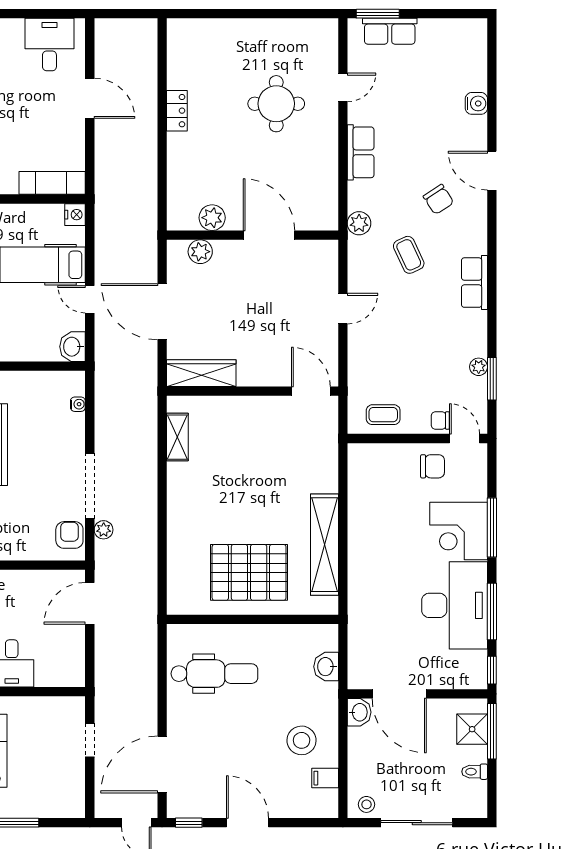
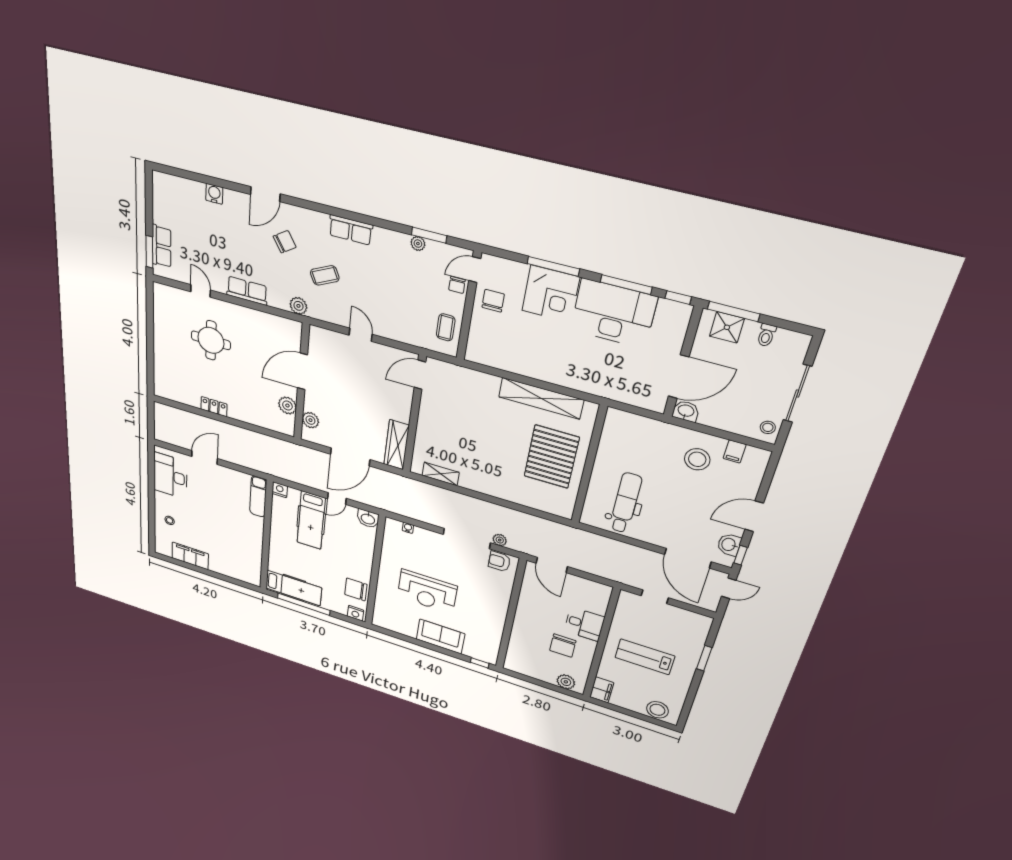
desk: (49, 45) -> (170, 476), width x1.37
washbasin: (326, 667) -> (729, 545), moved, turned 90

